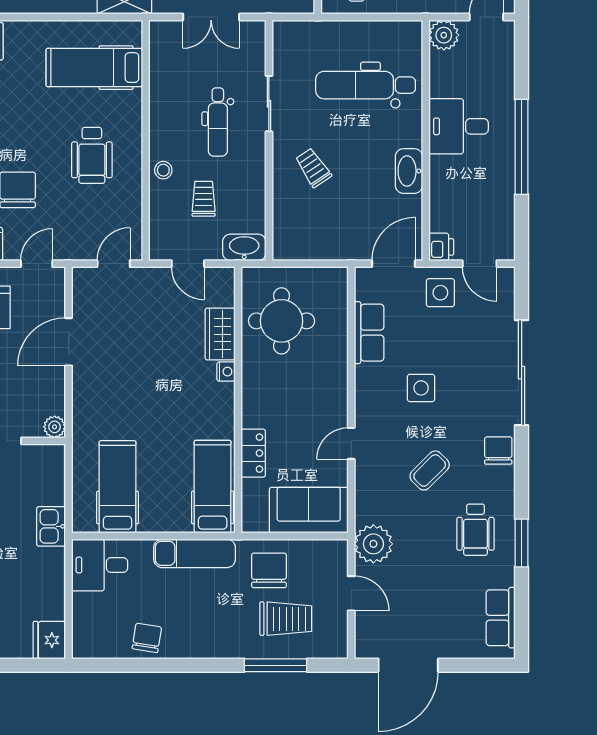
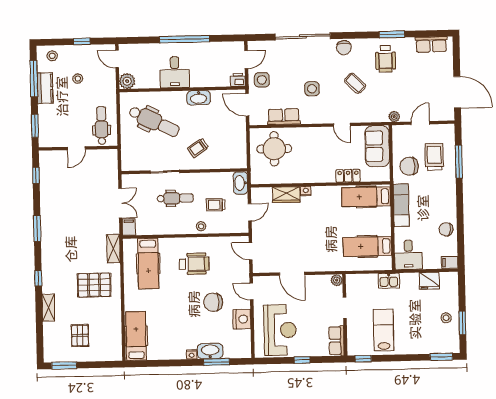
filing cabinet: (165, 32) -> (129, 227), added
dental chair: (366, 85) -> (154, 121), turned -64
round table: (281, 321) -> (274, 149), moved
chair: (498, 451) -> (344, 48), turned -90
wheelchair: (475, 530) -> (385, 59), turned 90
plant: (373, 544) -> (394, 117), width x0.53, depth x0.53
fridge: (49, 640) -> (429, 281), moved
filing cabinet: (83, 643) -> (450, 263), added

